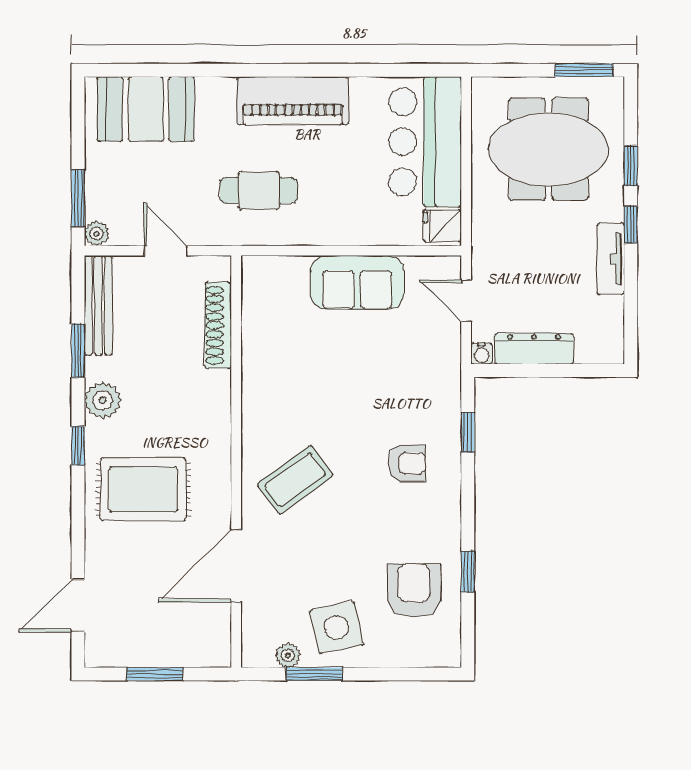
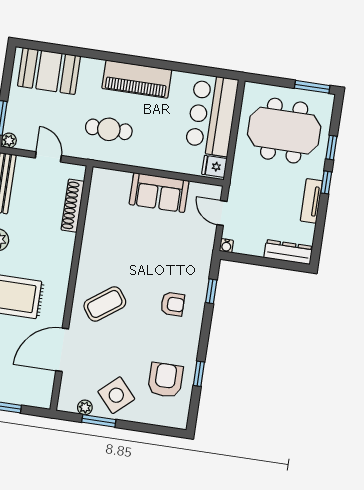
dresser: (534, 349) -> (288, 252), moved
side table: (337, 627) -> (116, 395), turned -30

